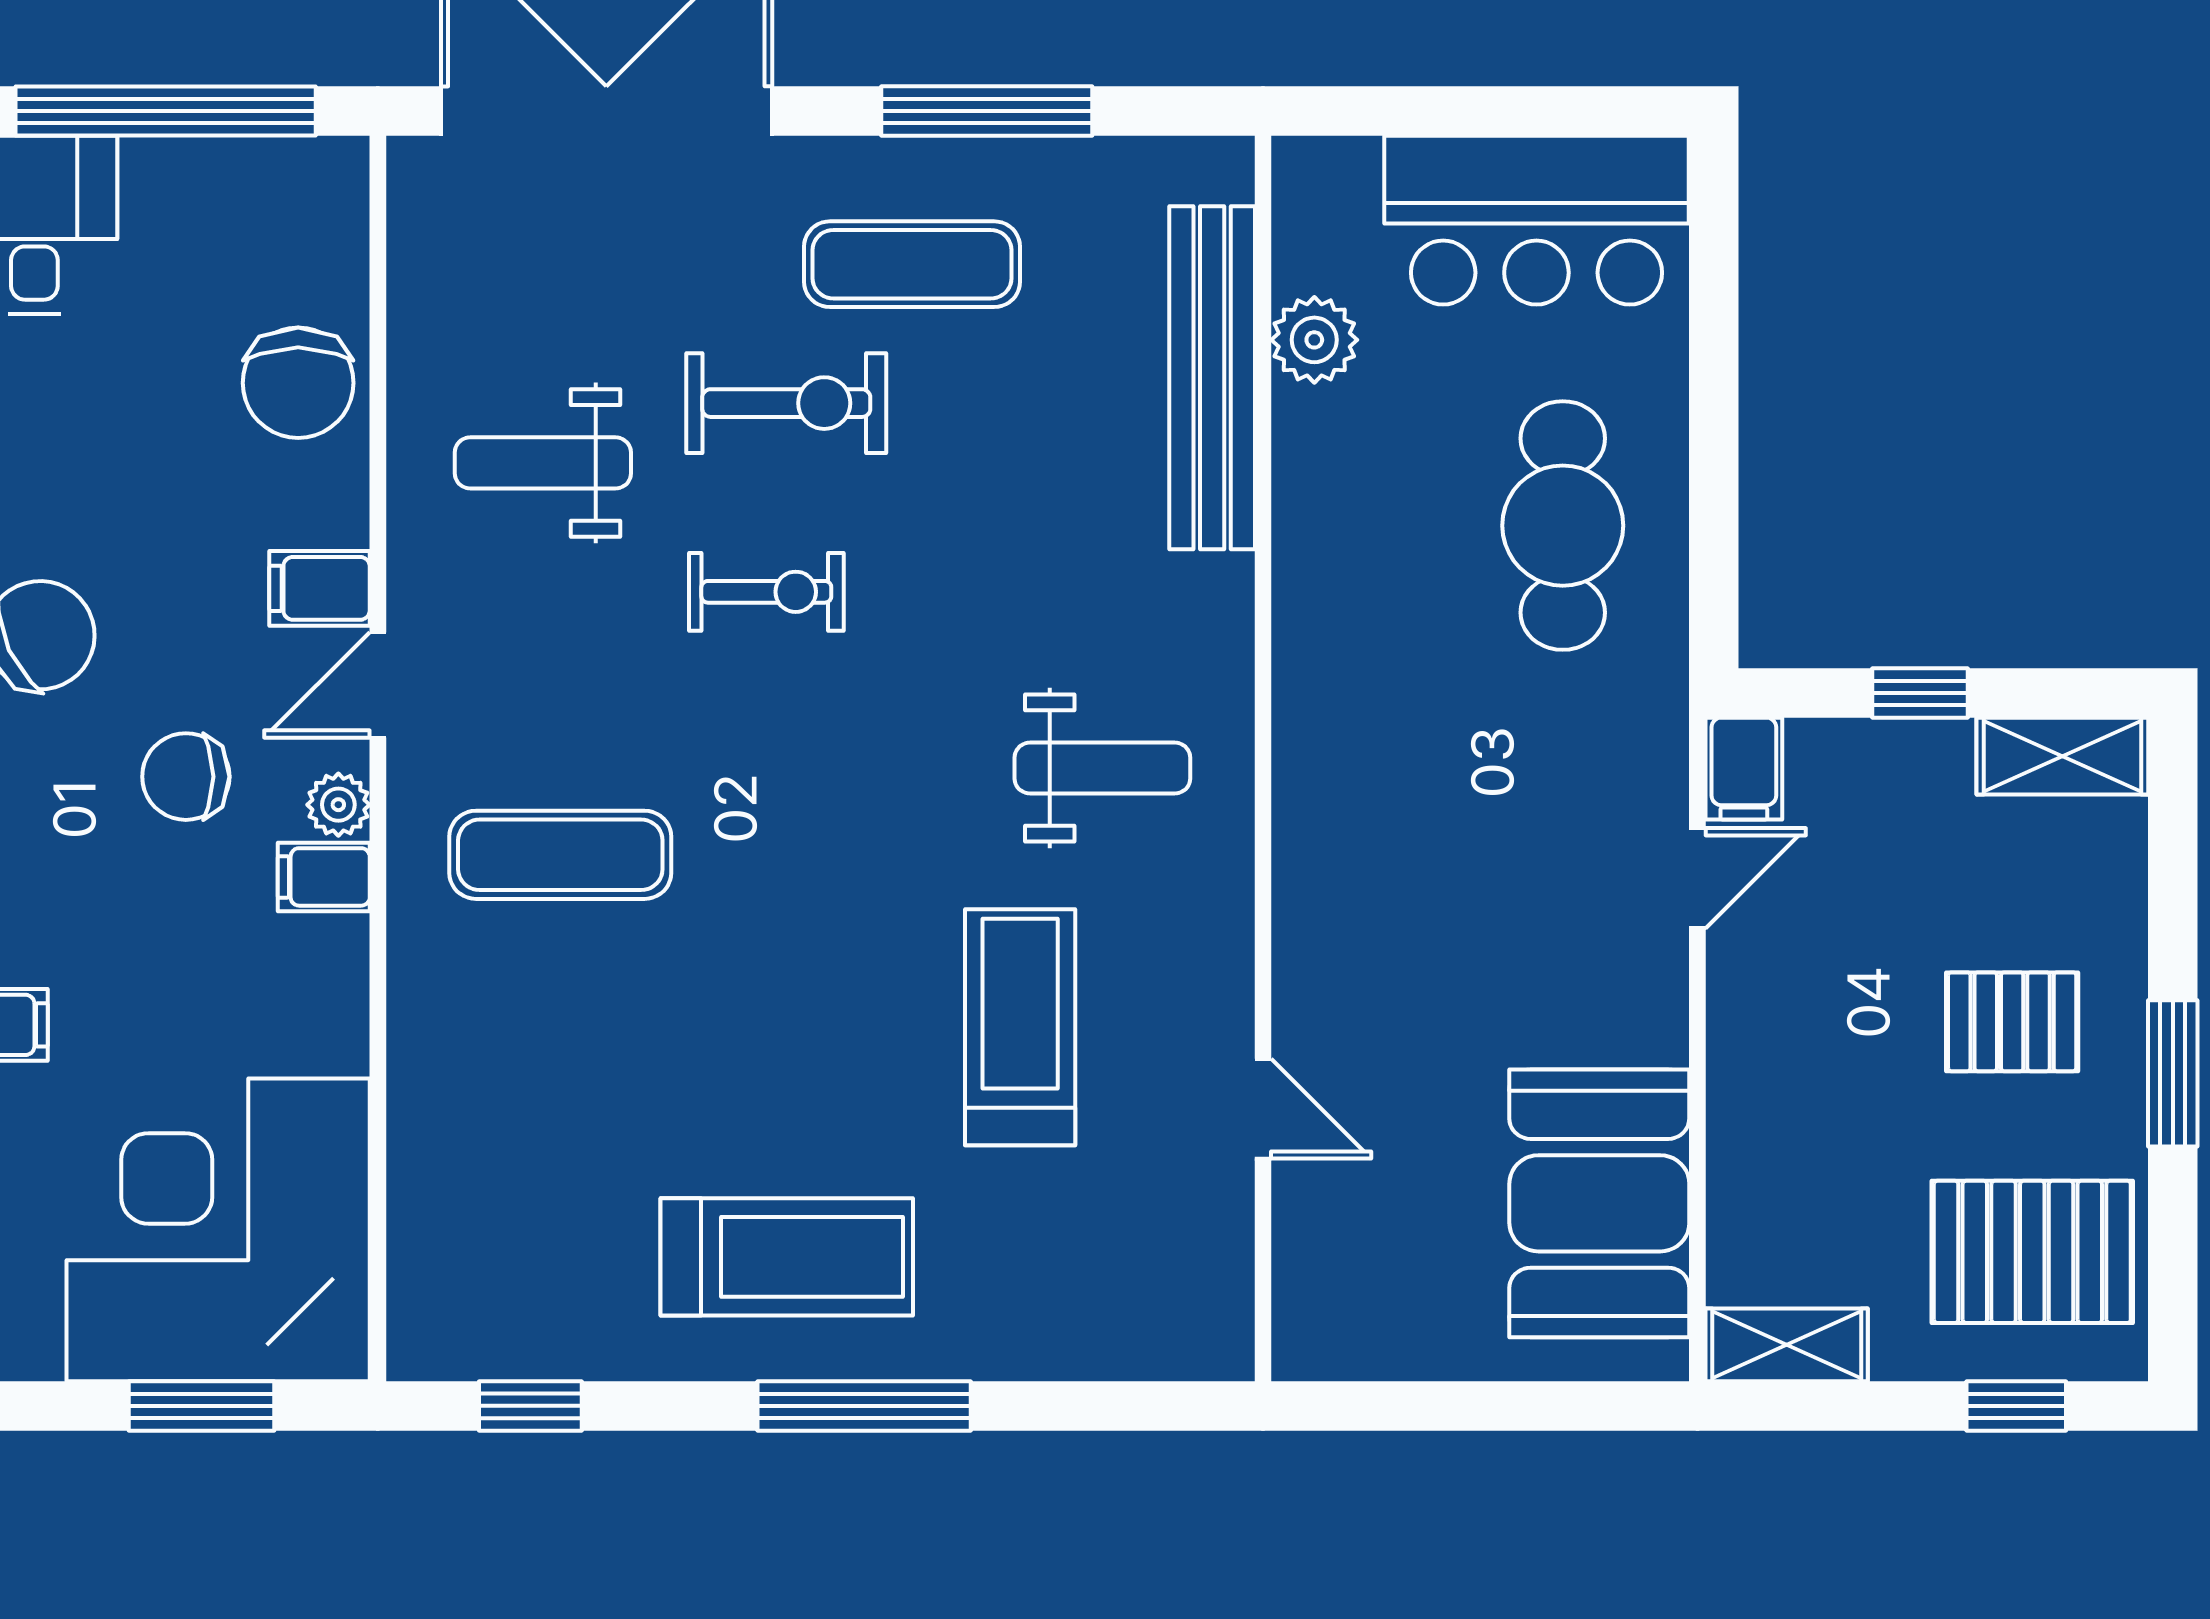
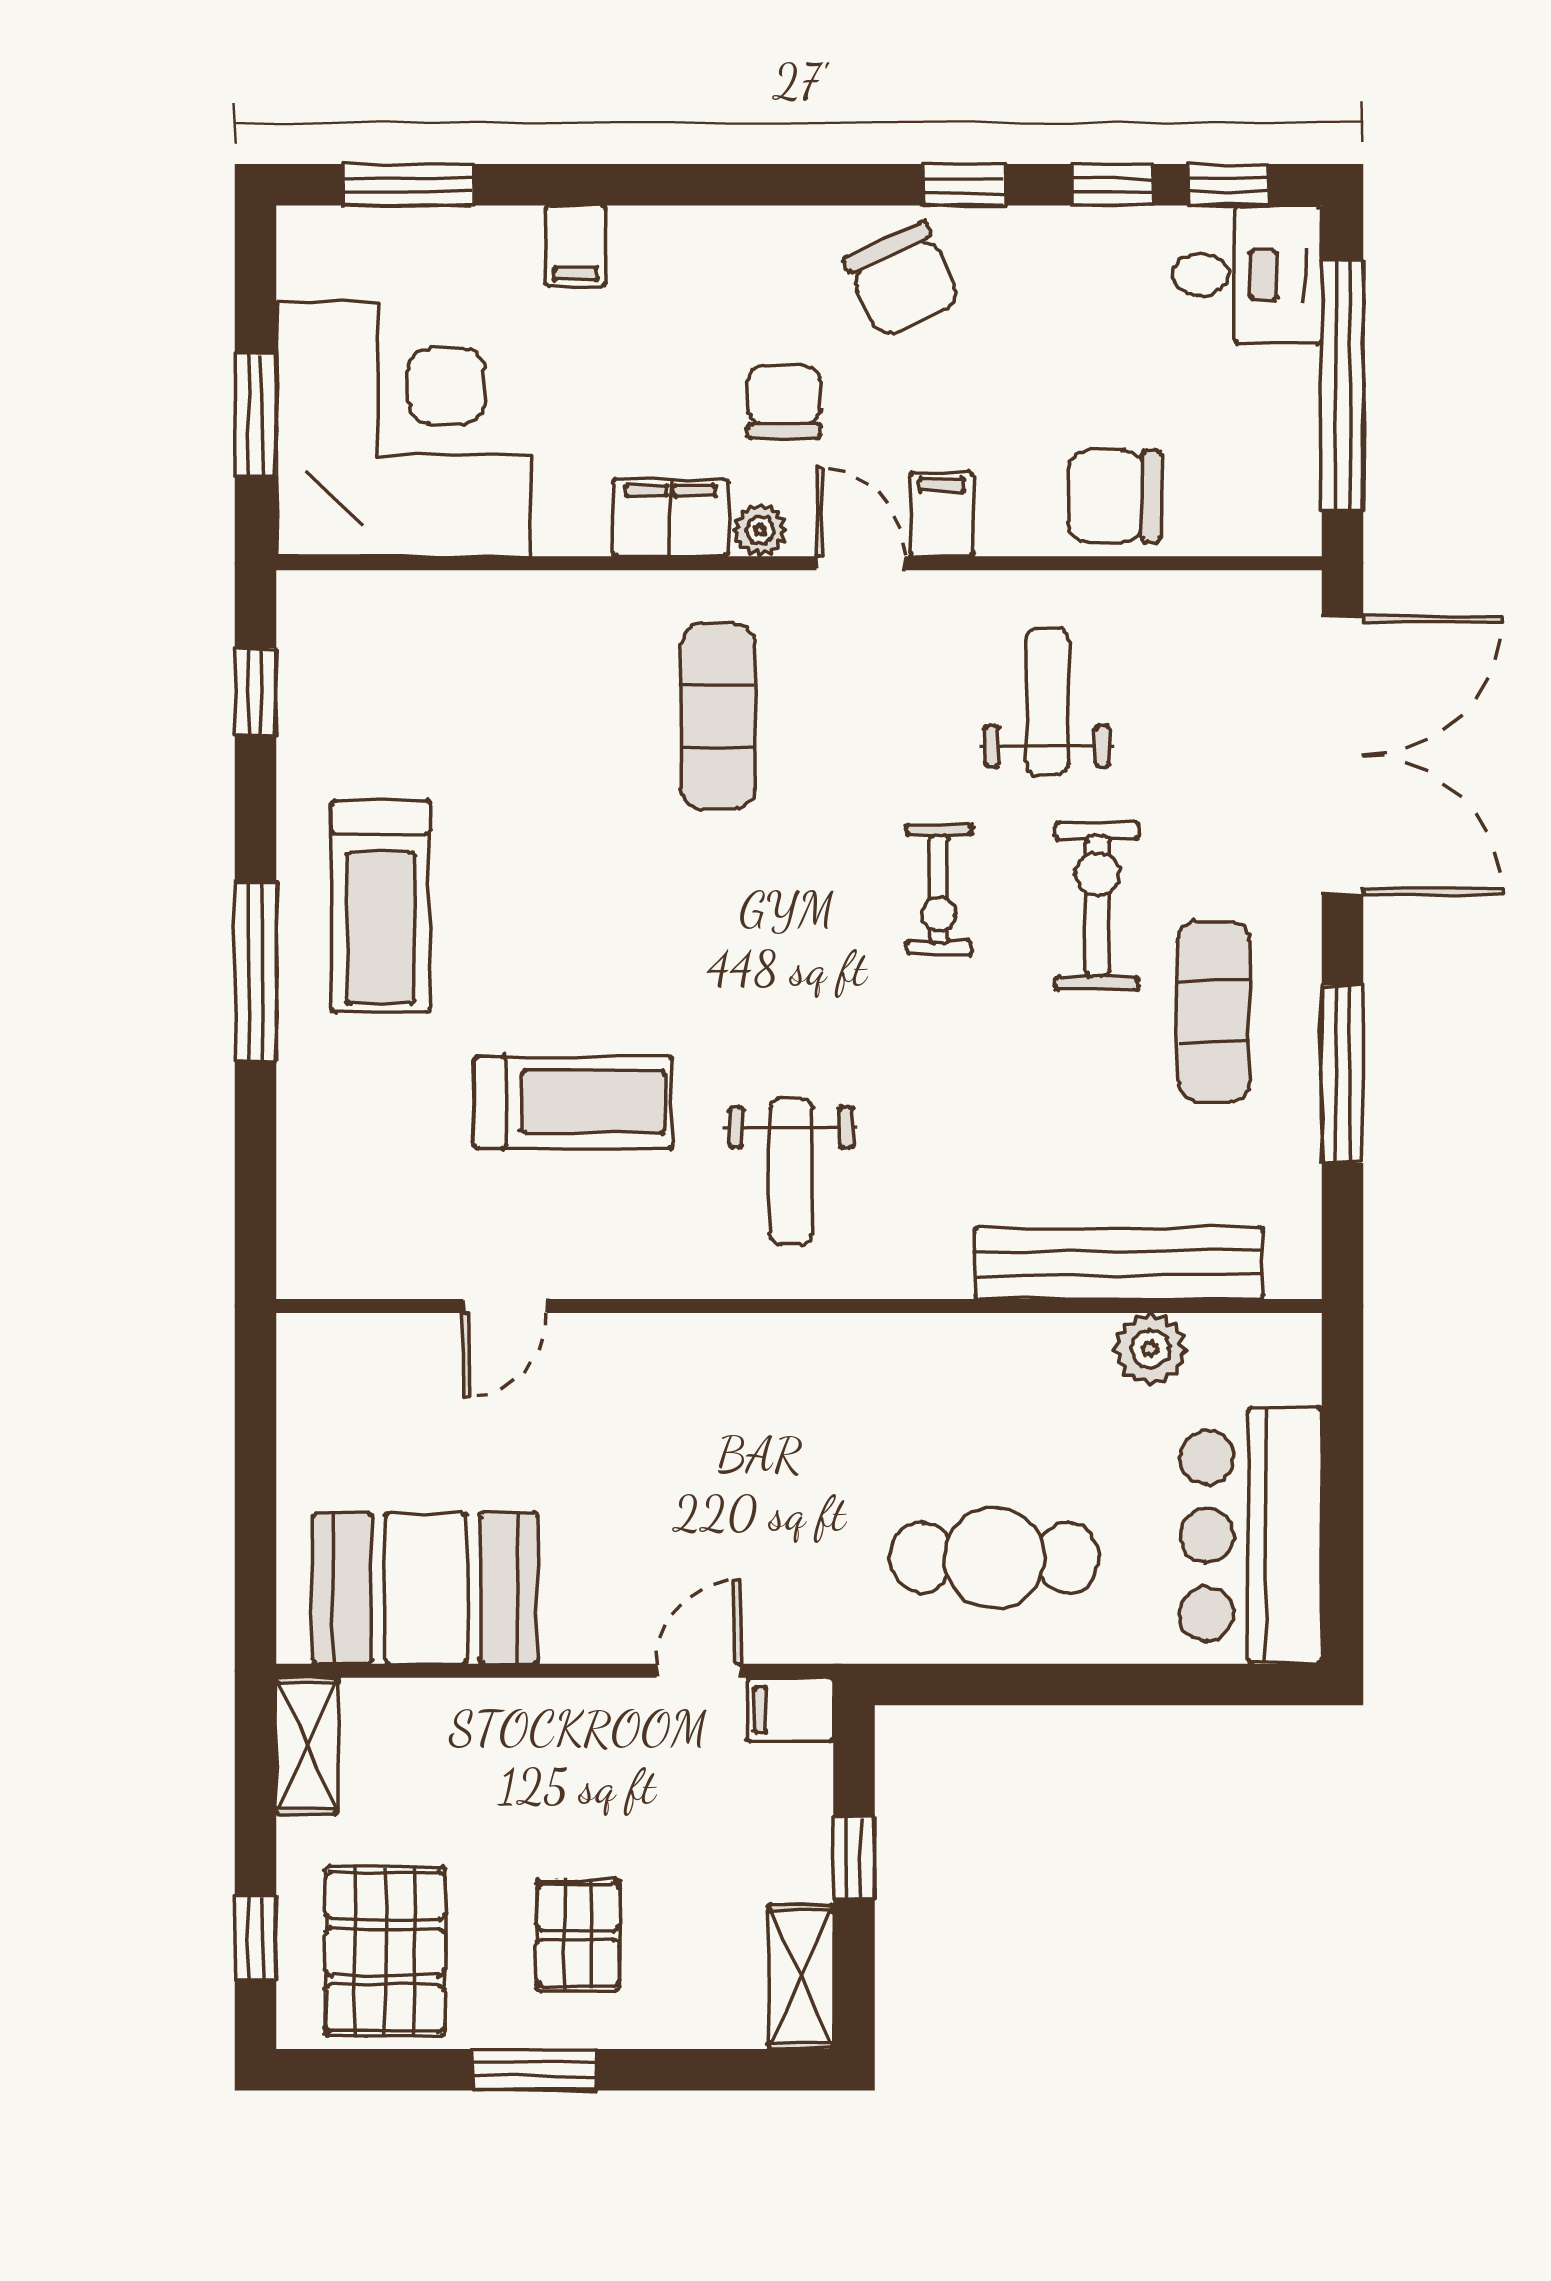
exercise bike: (786, 403) -> (1097, 906), turned 180
filing cabinet: (324, 877) -> (671, 518), width x2.00
door: (1697, 878) -> (698, 1671), swing flipped

